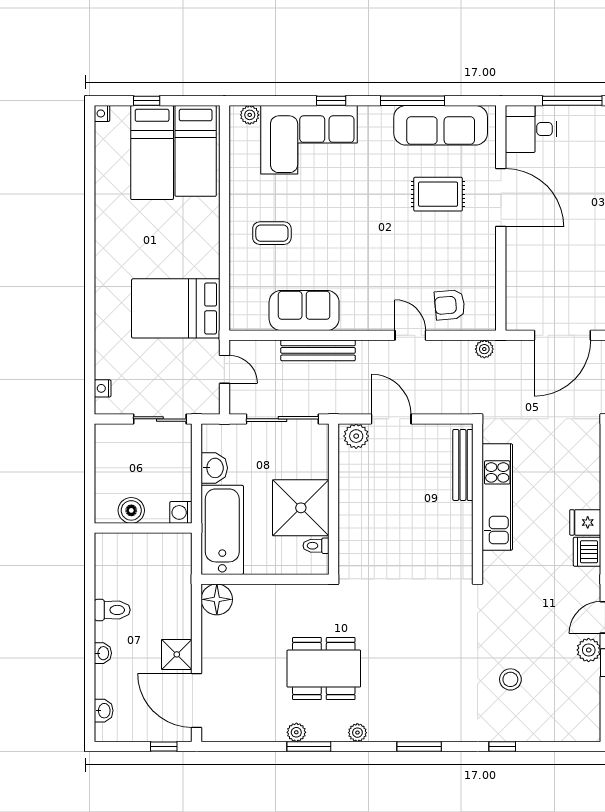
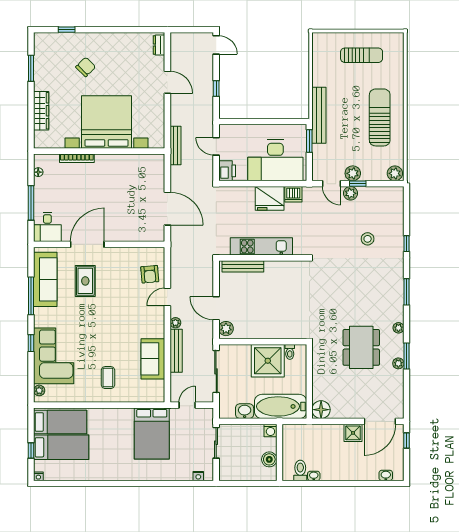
plant: (484, 349) -> (175, 323), moved
door: (391, 419) -> (216, 308), hinge flipped
fridge: (585, 522) -> (270, 198), width x1.88, depth x1.34
toilet: (112, 610) -> (300, 470), moved
washbasin: (103, 653) -> (314, 476), moved

